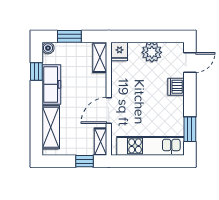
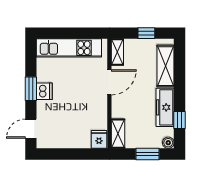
plant: (152, 52) -> (68, 139), removed
dishwasher: (176, 87) -> (44, 91), moved
window: (190, 129) -> (31, 89), moved
window: (85, 161) -> (146, 33), moved

